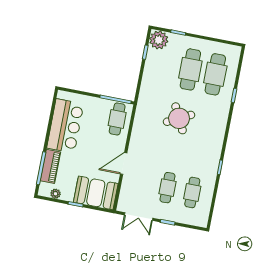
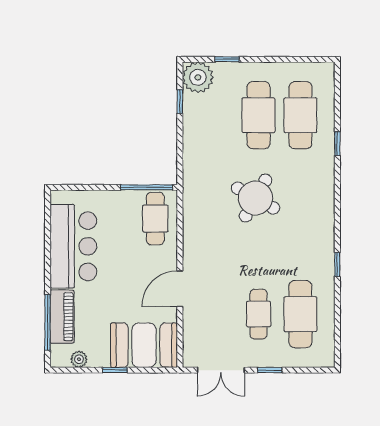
round table: (179, 118) -> (255, 198), turned -34
cafe table: (192, 192) -> (300, 314), width x1.37, depth x1.35

